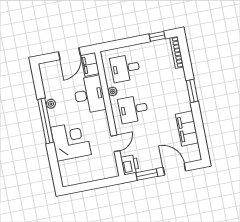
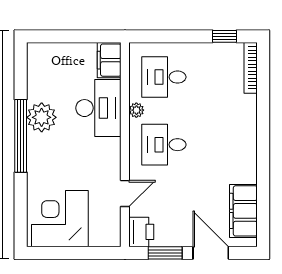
door: (69, 54) -> (80, 36), removed
window: (192, 91) -> (263, 134), removed
plant: (51, 104) -> (42, 117), width x1.88, depth x1.88
filing cabinet: (187, 129) -> (243, 211), moved
corner desk: (71, 141) -> (60, 219), moved, turned -90

